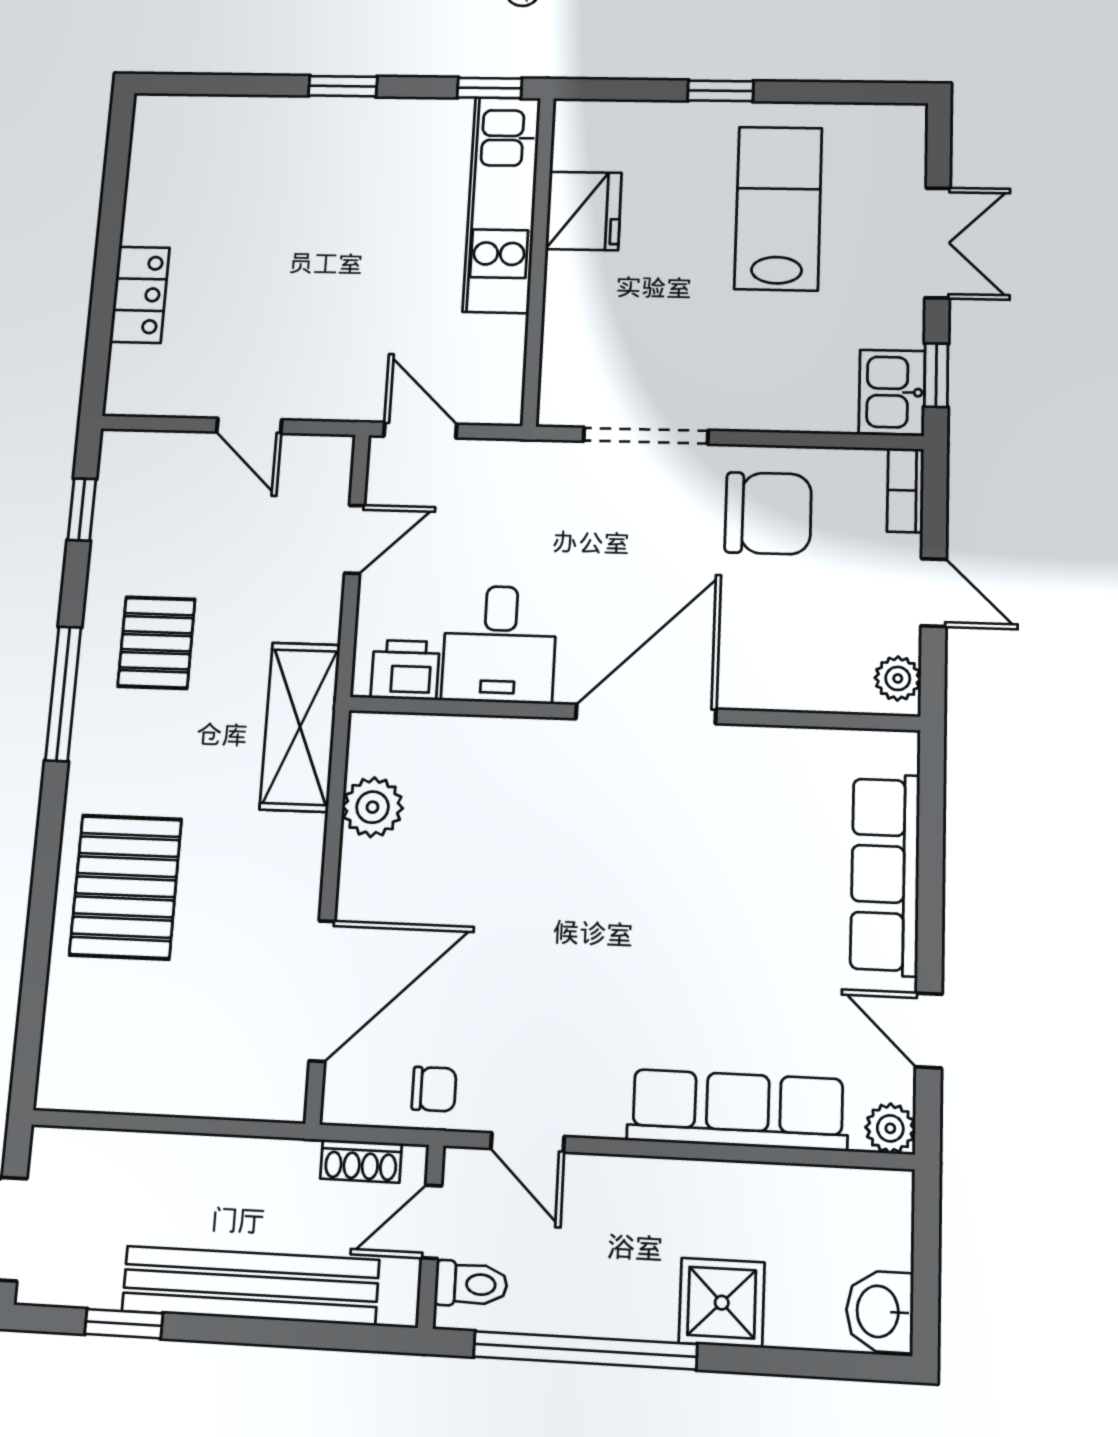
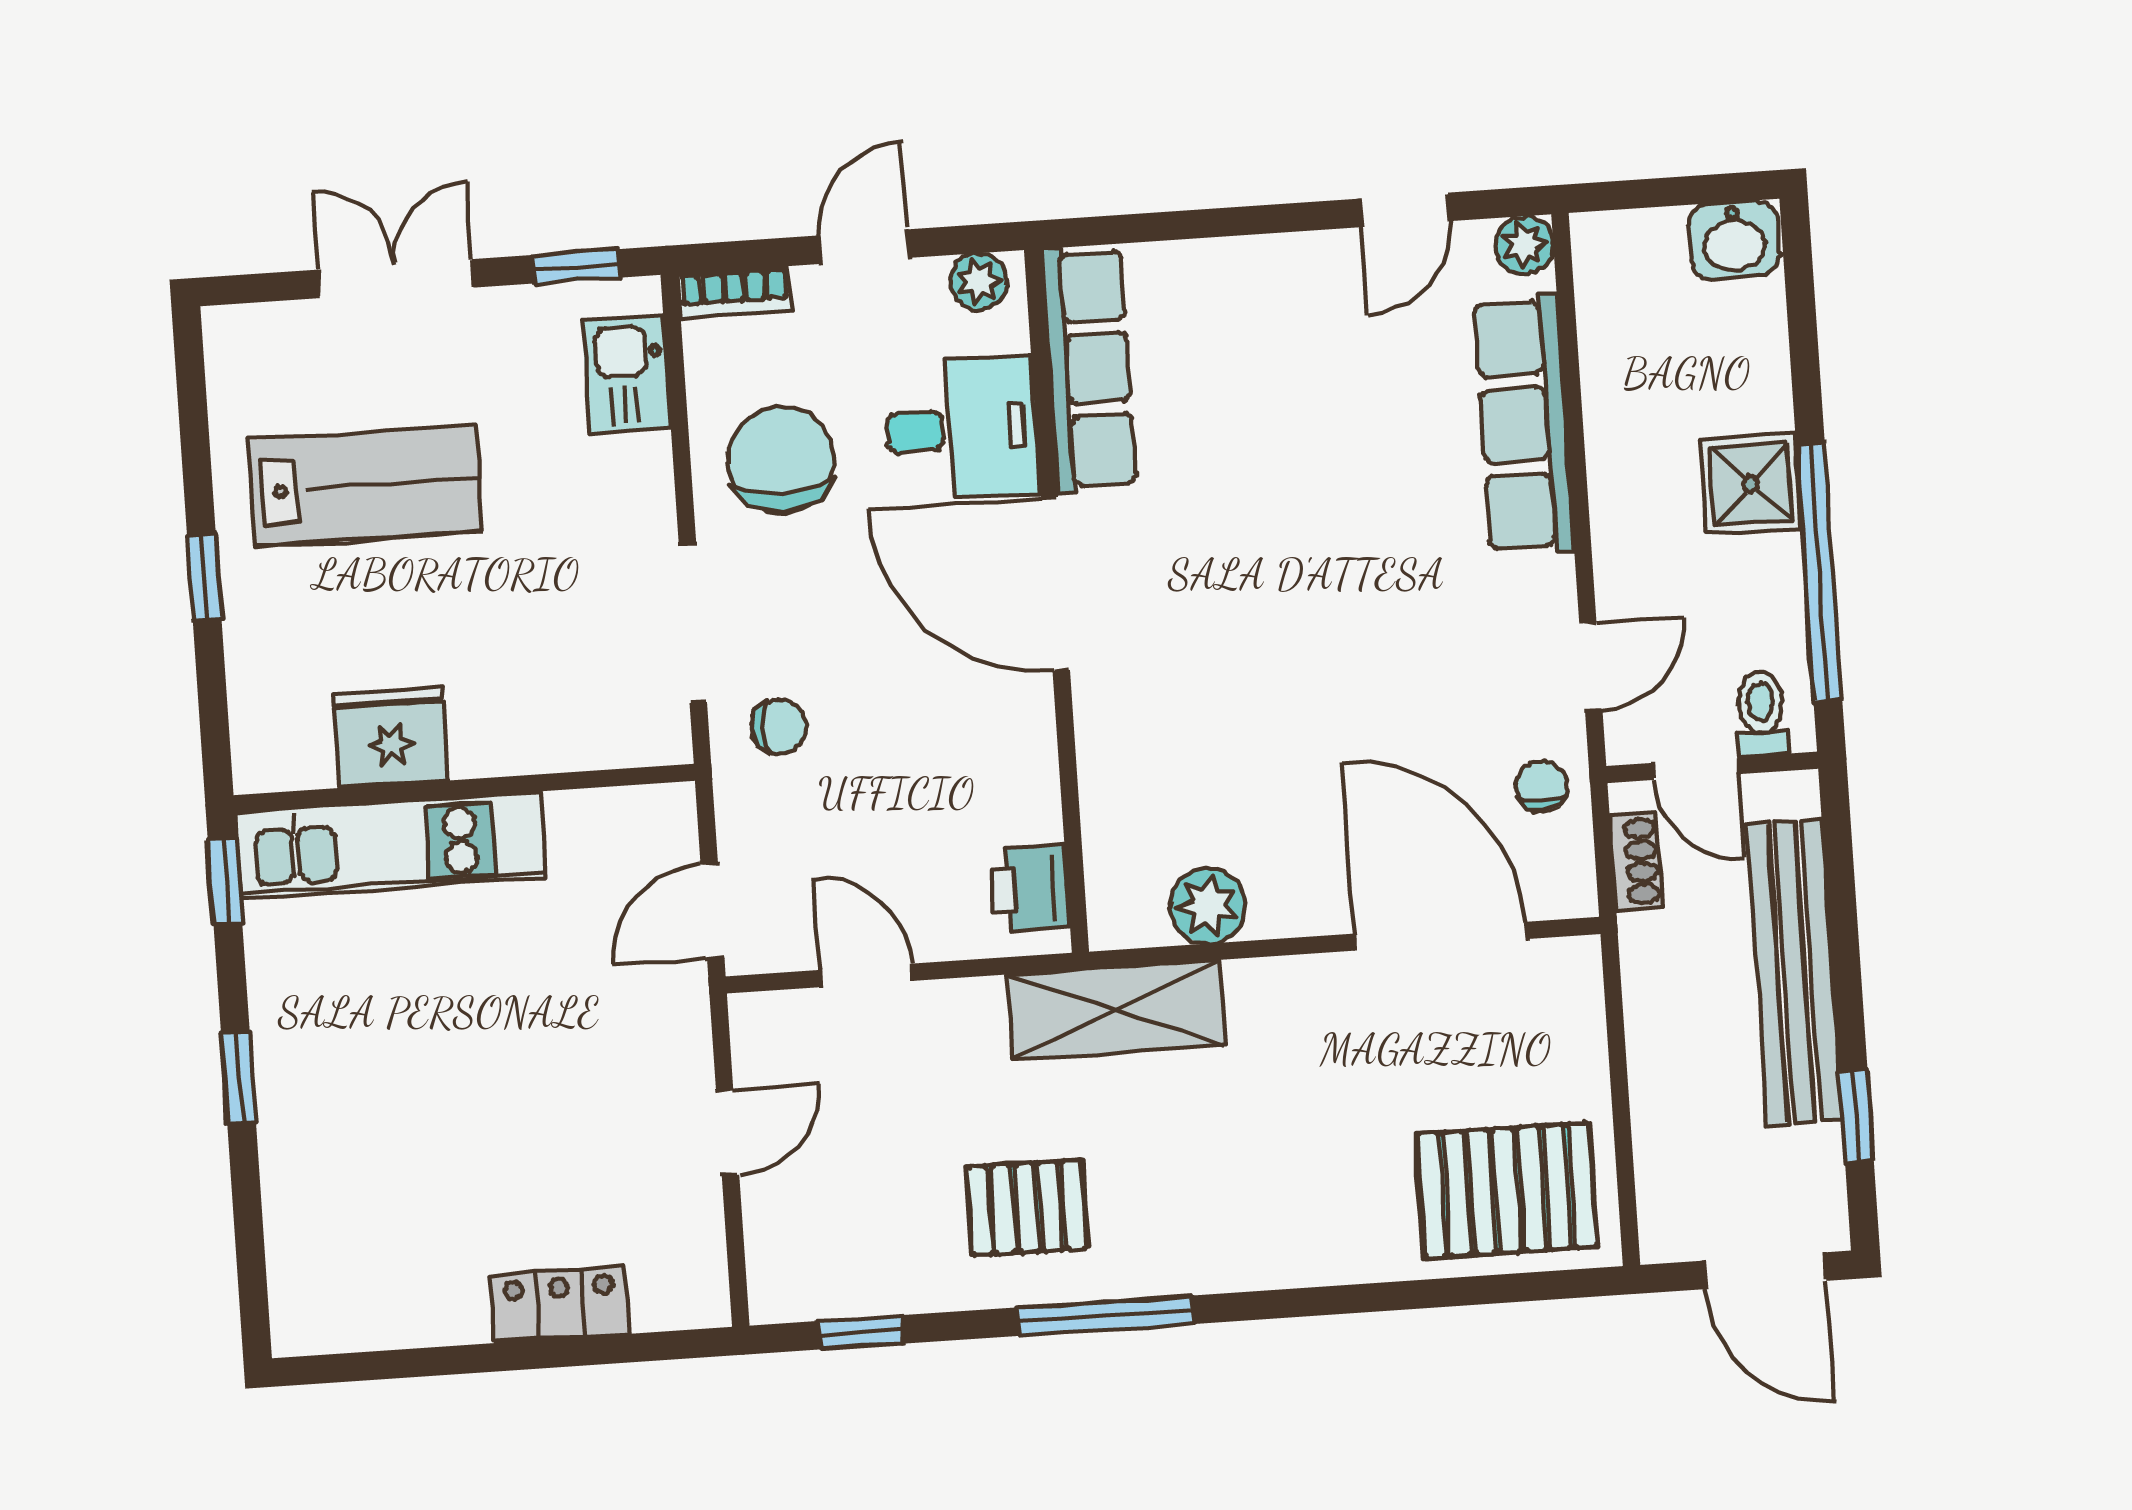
lab bench: (778, 208) -> (365, 486), turned 180
kitchen sink: (892, 392) -> (626, 375), moved, turned 90
chair: (557, 492) -> (779, 726), added
desk: (500, 644) -> (961, 429), moved
row of seats: (885, 874) -> (1089, 369), moved, turned -90
pallet: (126, 887) -> (1507, 1190), moved
shower: (722, 1303) -> (1751, 484), moved

